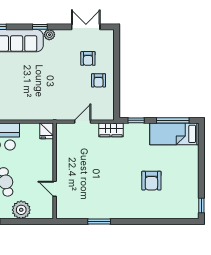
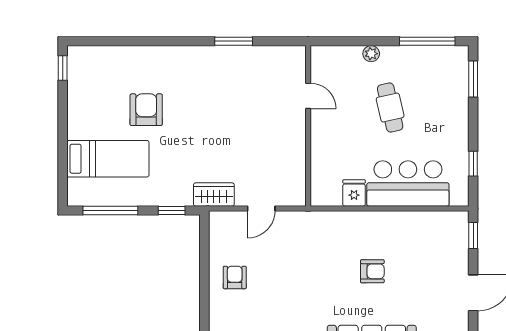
armchair: (88, 58) -> (372, 271), moved, turned 90
fridge: (47, 131) -> (354, 193), moved
bed: (174, 134) -> (108, 159), moved
plant: (21, 210) -> (371, 54), width x0.53, depth x0.53

